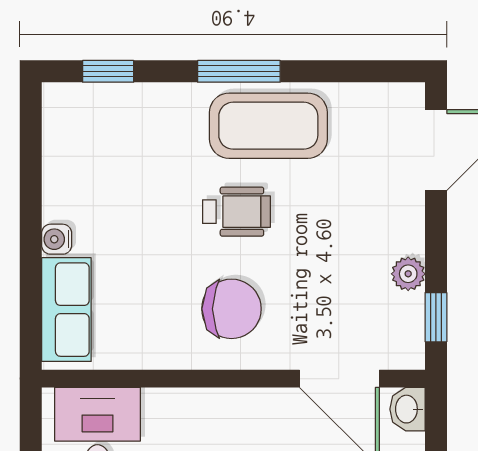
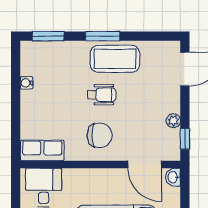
window: (108, 71) -> (48, 36), width x1.50
water cooler: (57, 239) -> (27, 83), moved
row of seats: (66, 310) -> (42, 150), moved, turned -90

